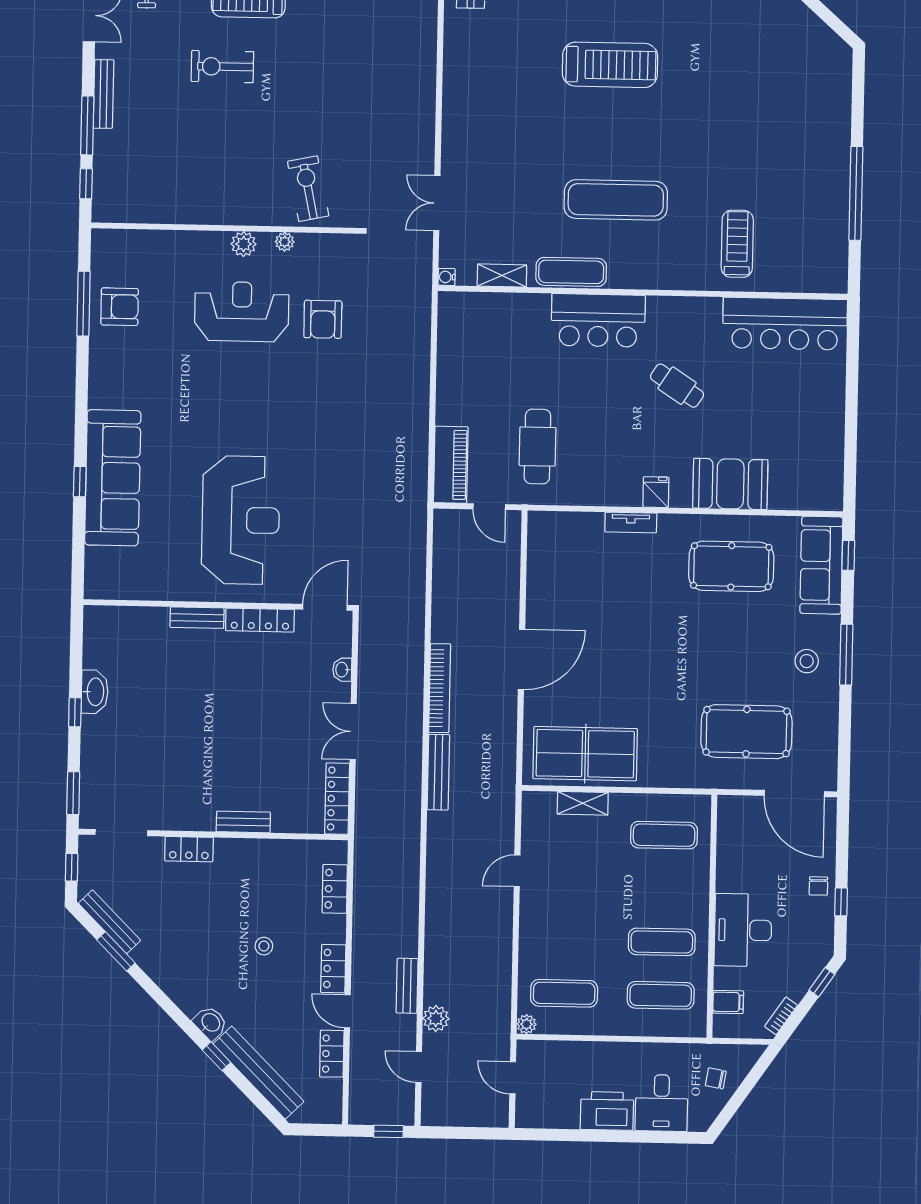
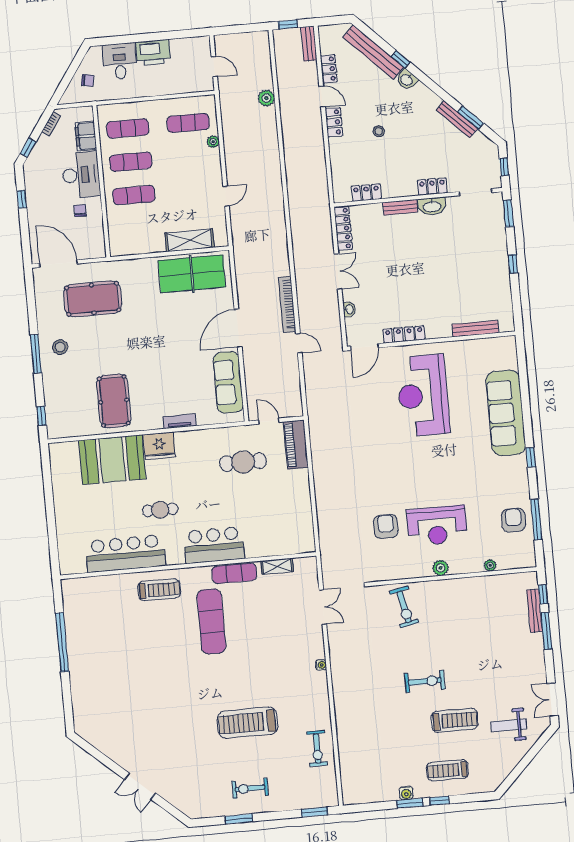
treadmill: (610, 65) -> (247, 723), moved
exercise bike: (222, 67) -> (425, 681), moved
bench: (104, 94) -> (535, 611), moved
exercise mat: (616, 200) -> (211, 621), turned 90
plant: (285, 242) -> (490, 565), moved
treadmill: (737, 244) -> (159, 590), moved, turned -90
water cooler: (447, 277) -> (321, 665), moved
armchair: (120, 307) -> (513, 520), turned 90
bar counter: (785, 324) -> (125, 554), moved
cafe table: (677, 386) -> (160, 510), turned -33
cafe table: (537, 447) -> (243, 462), turned 90
window: (80, 482) -> (531, 457), moved
booth: (730, 484) -> (112, 460), width x1.36, depth x1.42
fridge: (656, 492) -> (159, 446), width x1.88, depth x1.34
sofa: (821, 565) -> (228, 382), moved, turned 180
pool table: (731, 566) -> (114, 401), turned 90
bench: (197, 618) -> (475, 329), moved, width x1.36
washbasin: (95, 692) -> (432, 206), moved, turned -90
bench: (438, 772) -> (282, 252), removed
shelving: (583, 803) -> (190, 240), width x1.50, depth x1.33
exercise mat: (664, 835) -> (134, 195), moved
chair: (818, 886) -> (80, 211), moved
locker: (335, 889) -> (366, 193), moved, turned -90
bench: (109, 922) -> (457, 119), moved
bench: (407, 986) -> (309, 44), moved
filing cabinet: (728, 1002) -> (86, 136), width x2.00
plant: (527, 1024) -> (213, 142), moved
door: (419, 1067) -> (299, 343), moved

